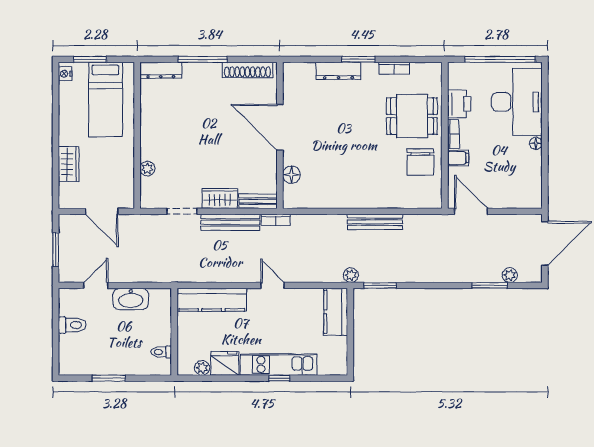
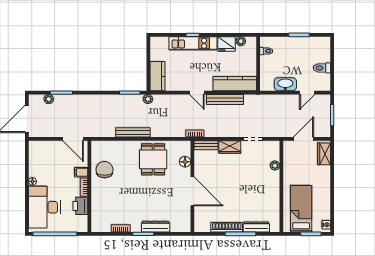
dresser: (161, 70) -> (256, 227), moved
shoe rack: (248, 70) -> (227, 227), moved
dining table: (412, 116) -> (153, 159), moved, turned 90
wardrobe: (69, 164) -> (324, 154), moved
door: (102, 211) -> (303, 139), hinge flipped
bench: (230, 222) -> (225, 100), moved

